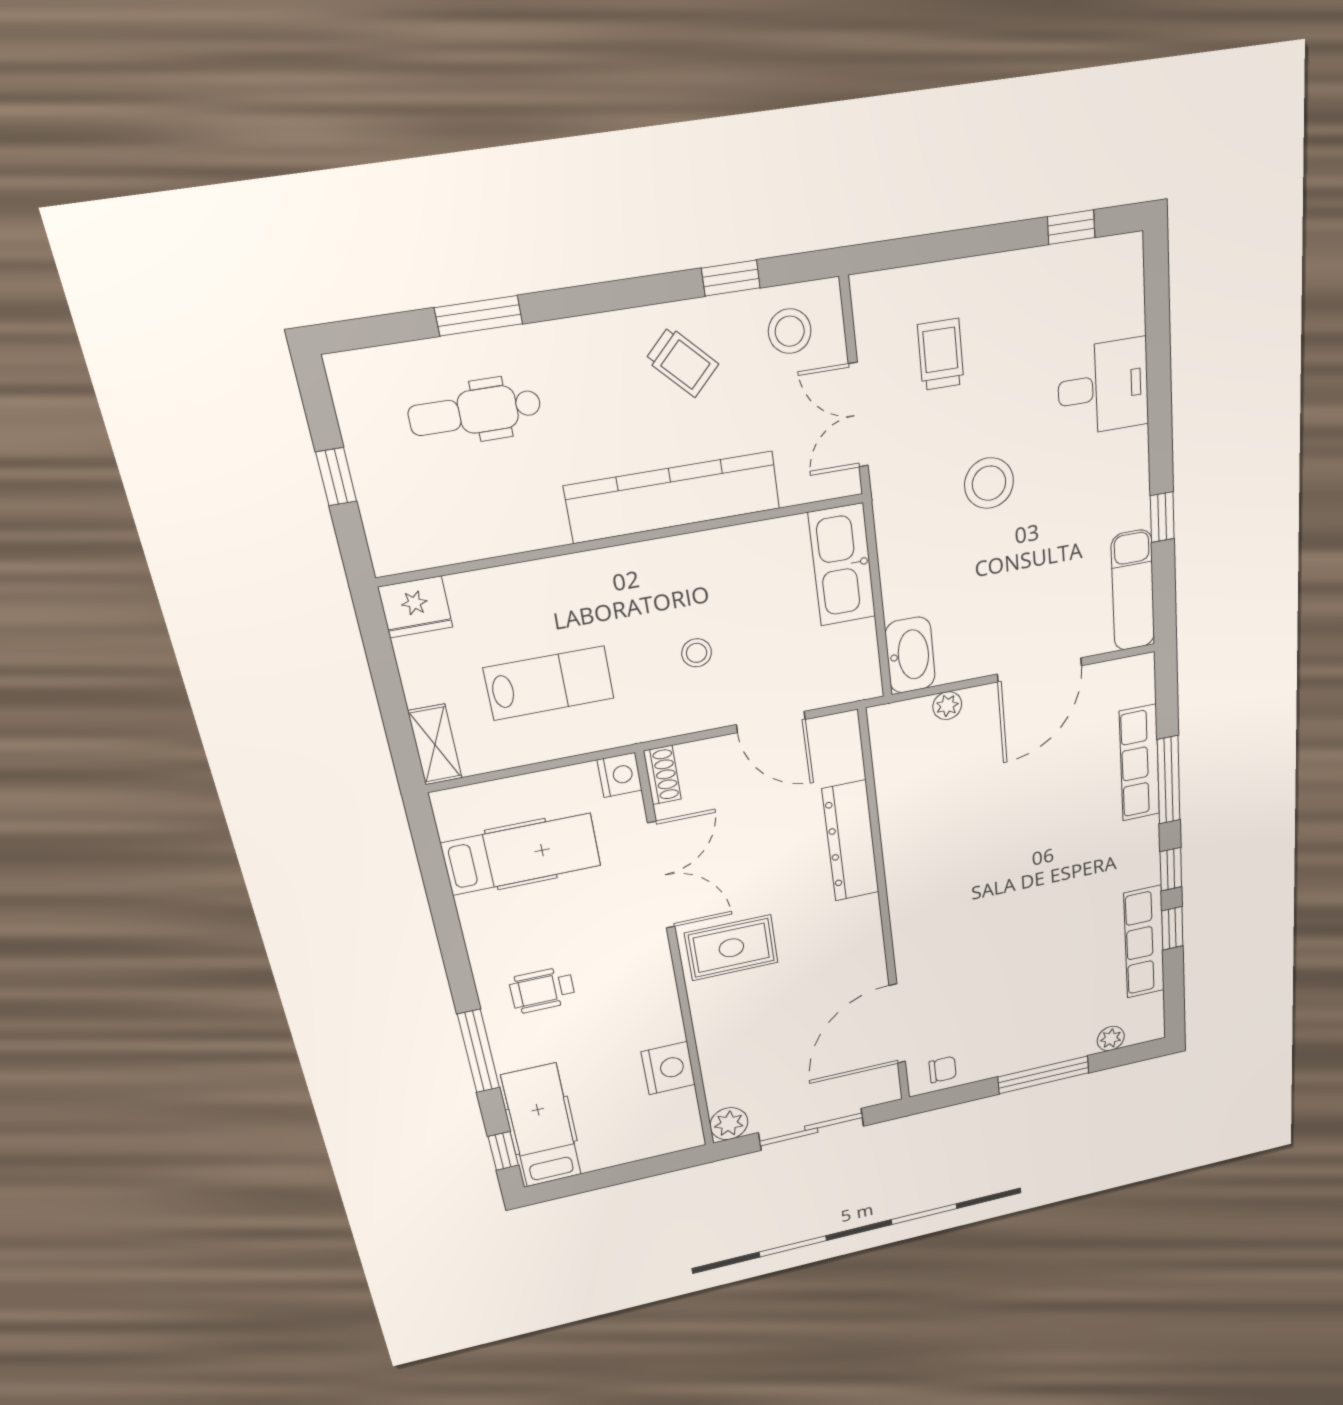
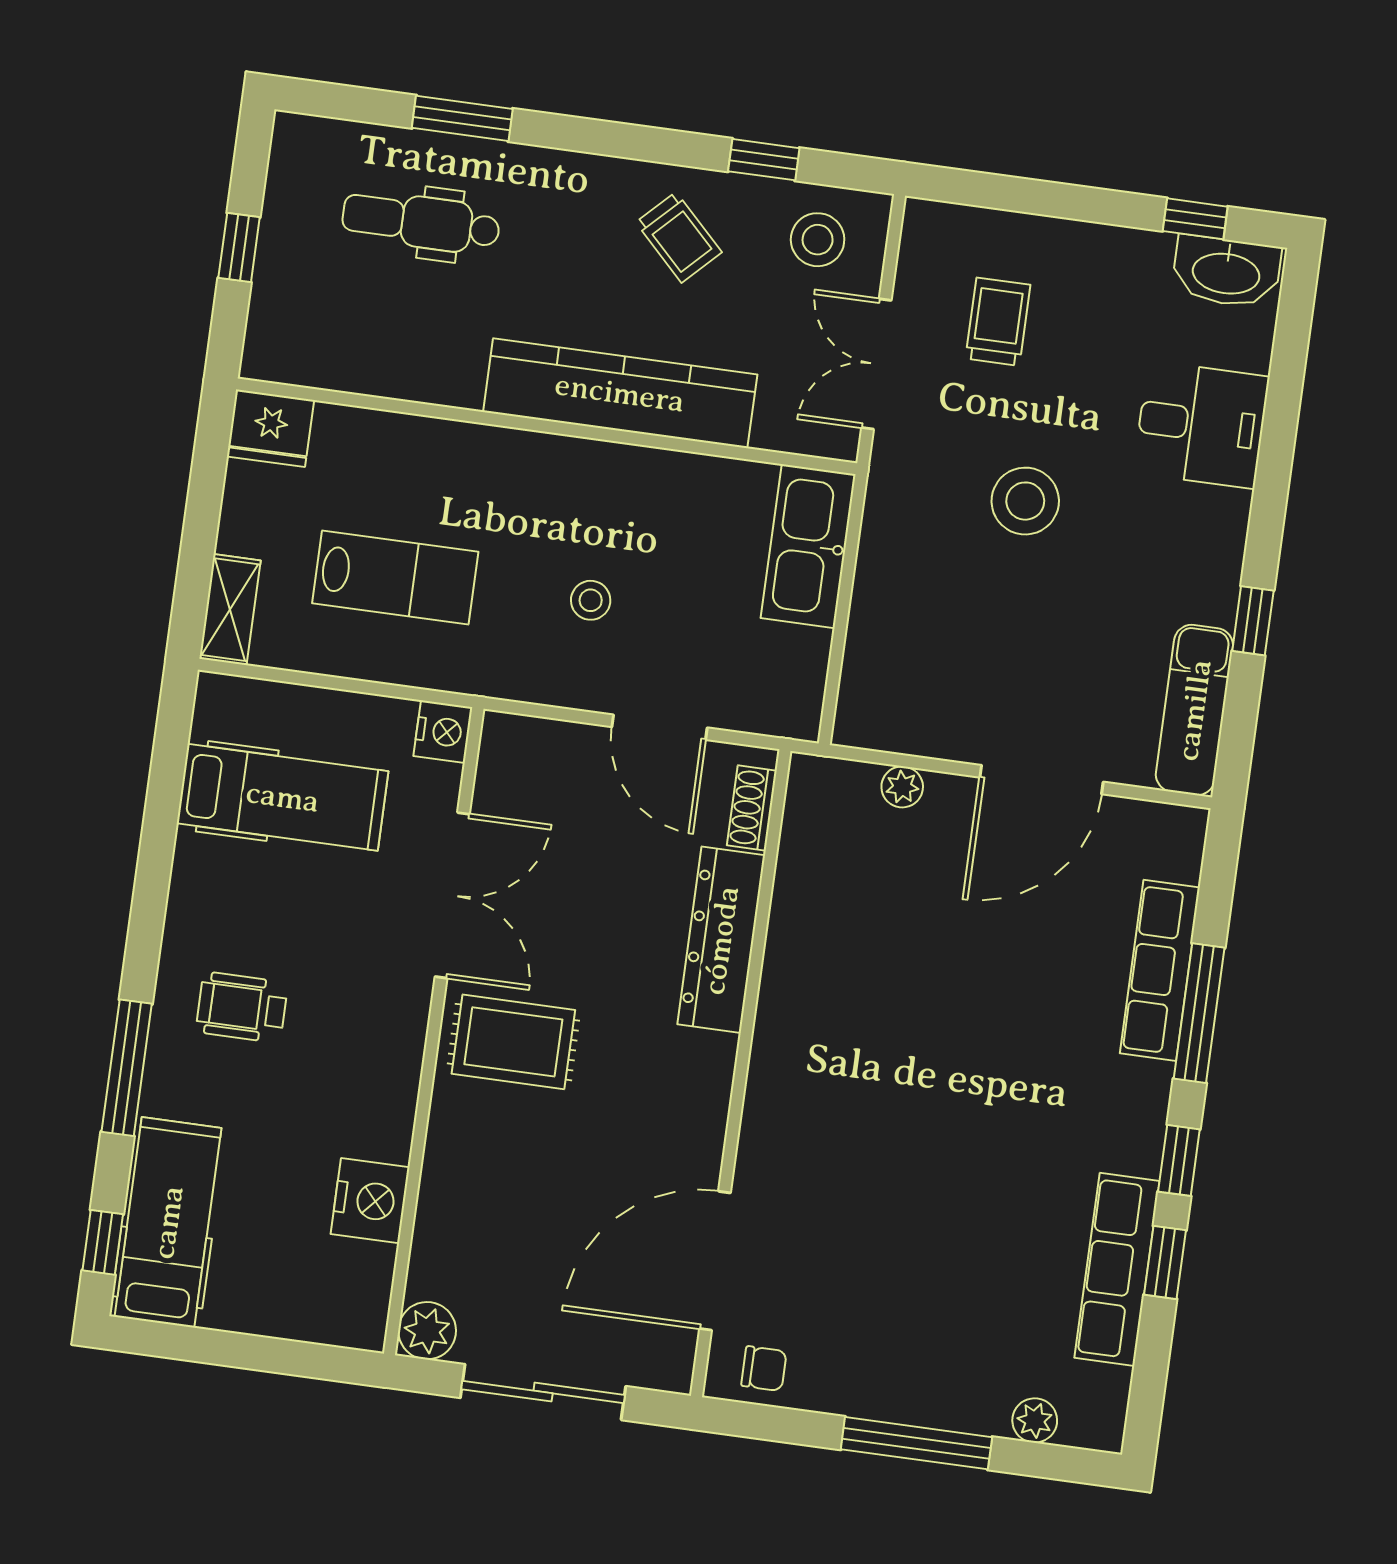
washbasin: (910, 655) -> (1226, 272), moved, turned 90
shoe rack: (662, 775) -> (752, 808), moved, turned 180

